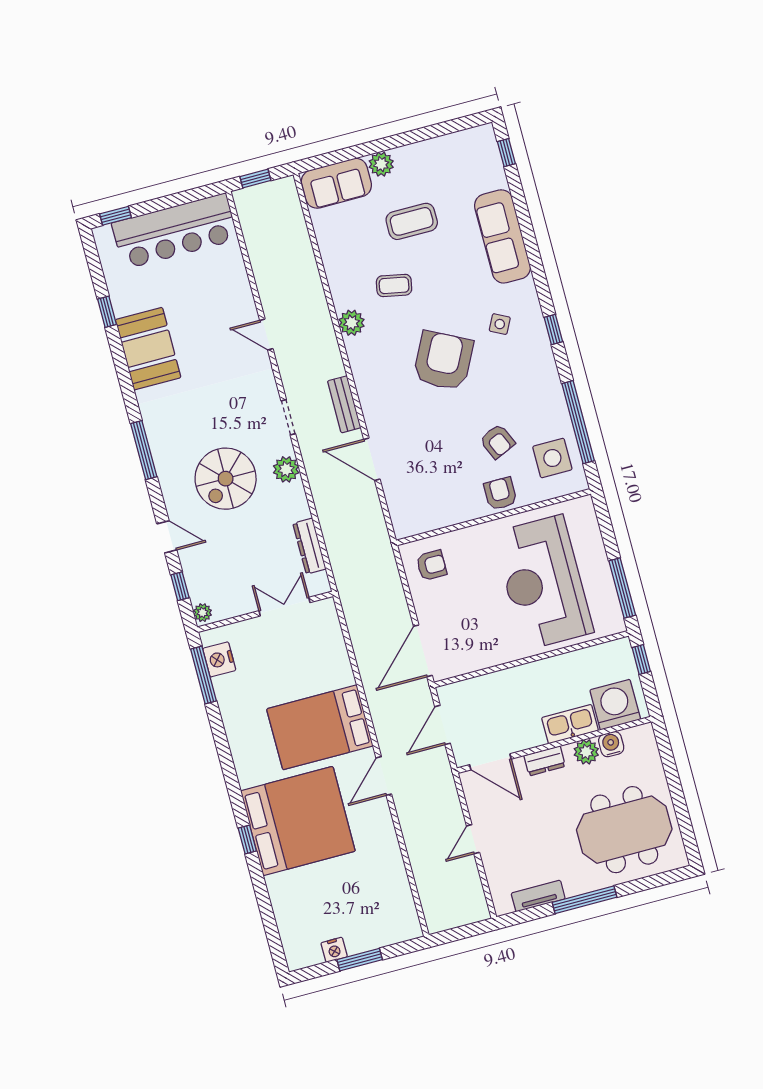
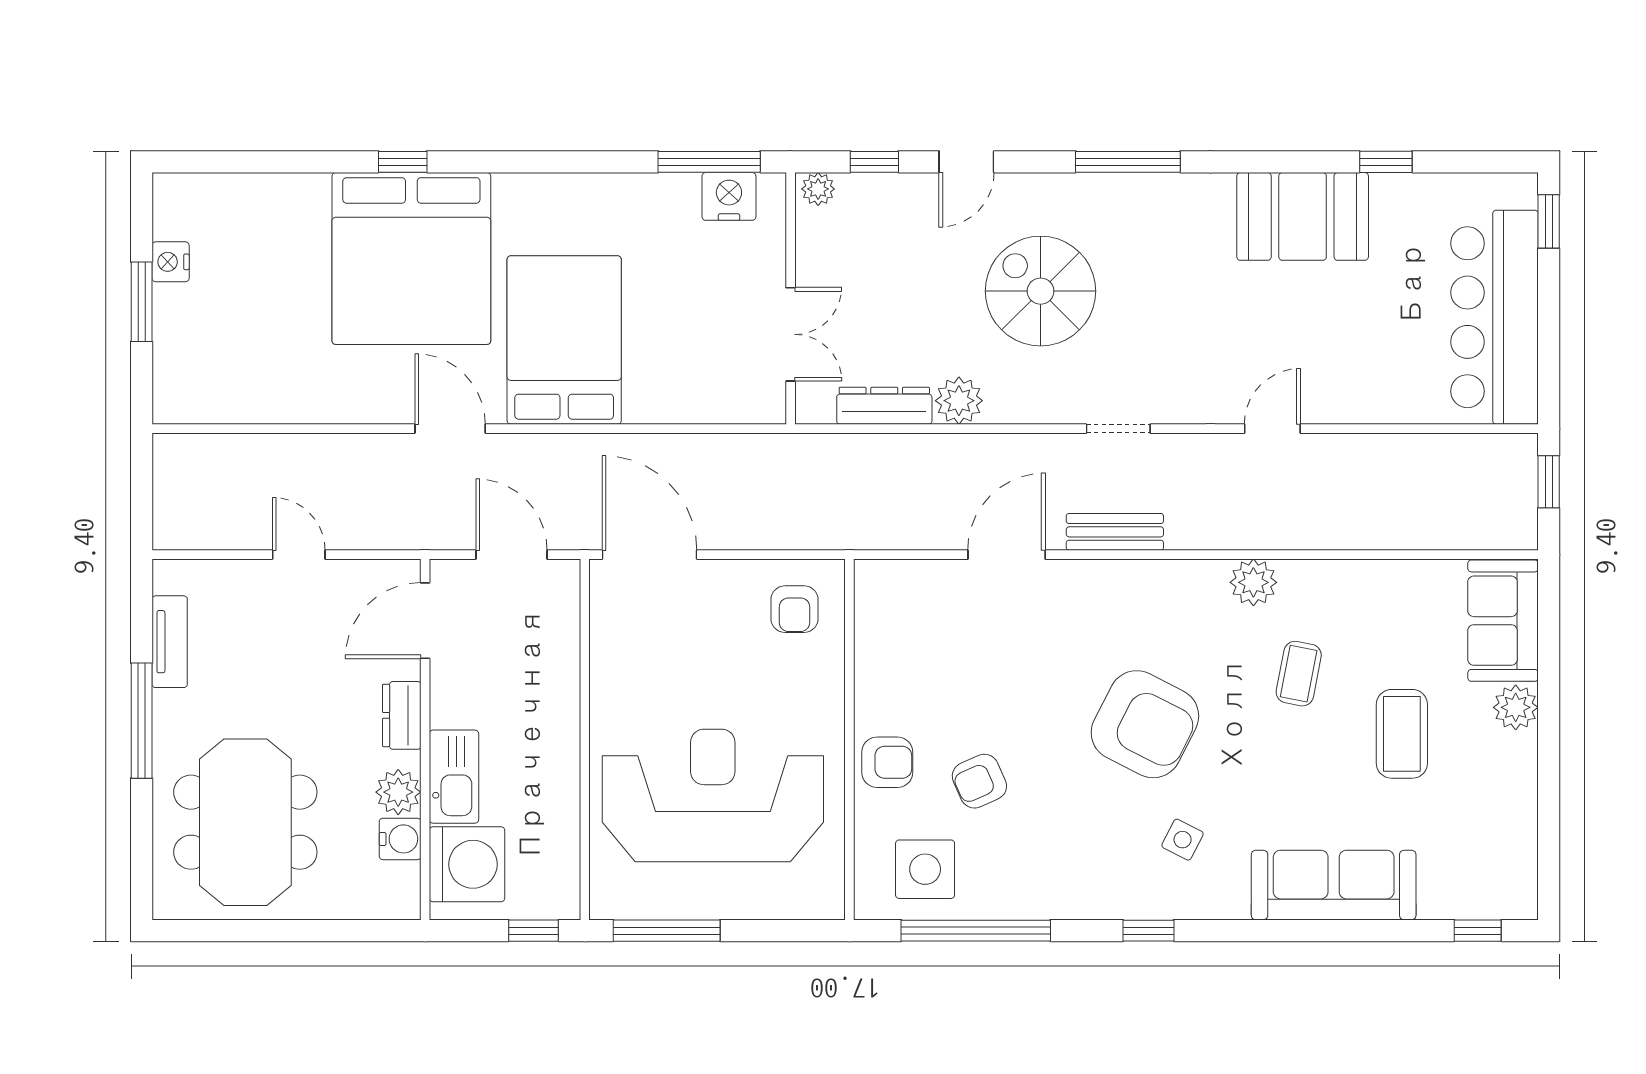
plant: (286, 469) -> (959, 401), moved

